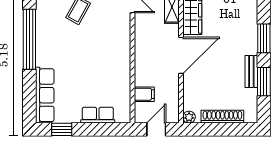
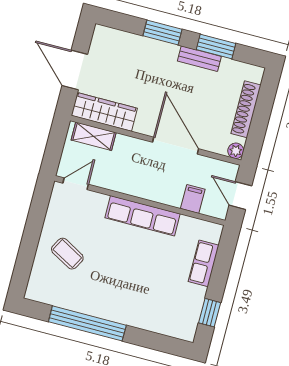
door: (181, 55) -> (176, 146), moved
row of seats: (45, 95) -> (142, 216), moved, turned 180

